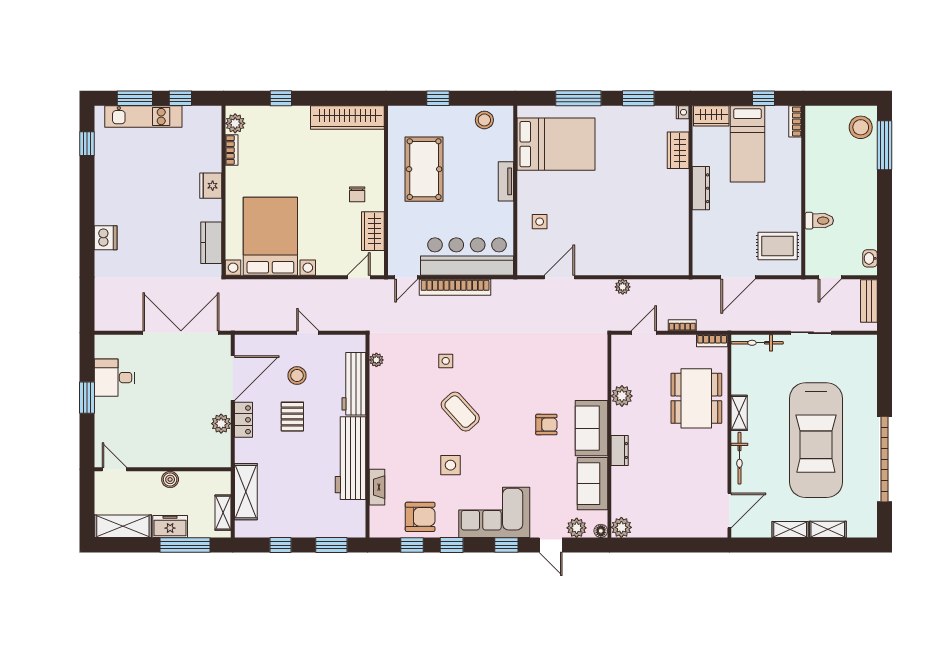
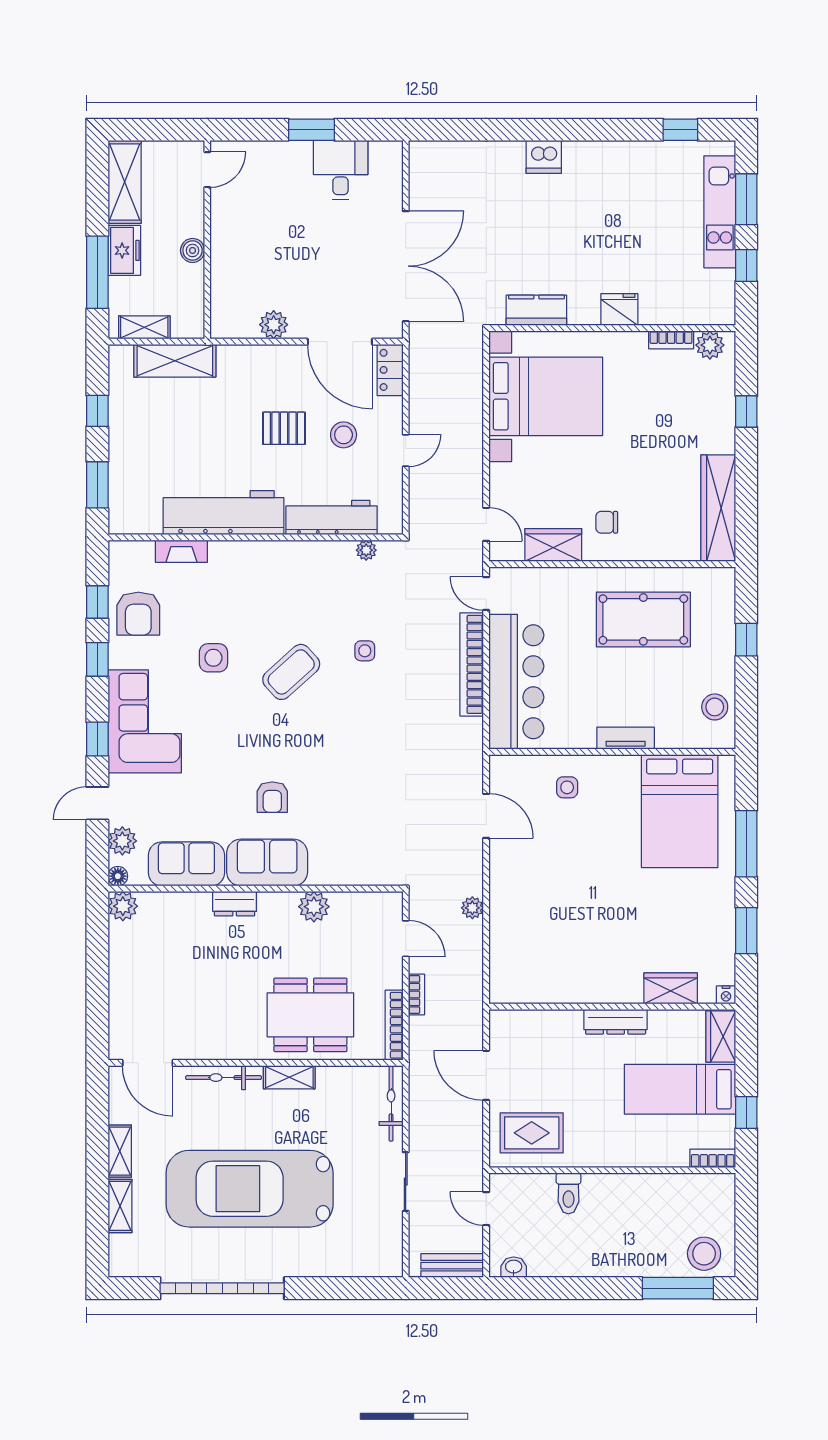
rug: (778, 246) -> (532, 1133), turned 90
bookcase: (712, 341) -> (394, 1025), width x1.56
locker: (244, 420) -> (390, 370), moved, turned 90

